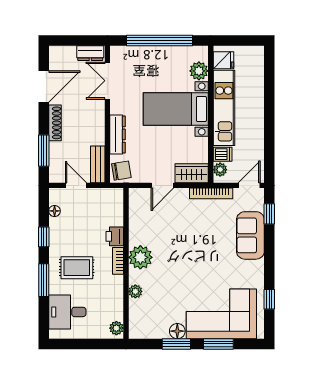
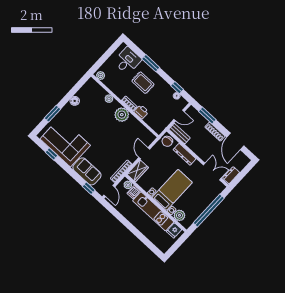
window: (44, 237) -> (177, 88), moved
rug: (77, 268) -> (143, 83), turned 90
corner sofa: (221, 314) -> (65, 142), moved, turned -90
window: (176, 344) -> (69, 95), removed

